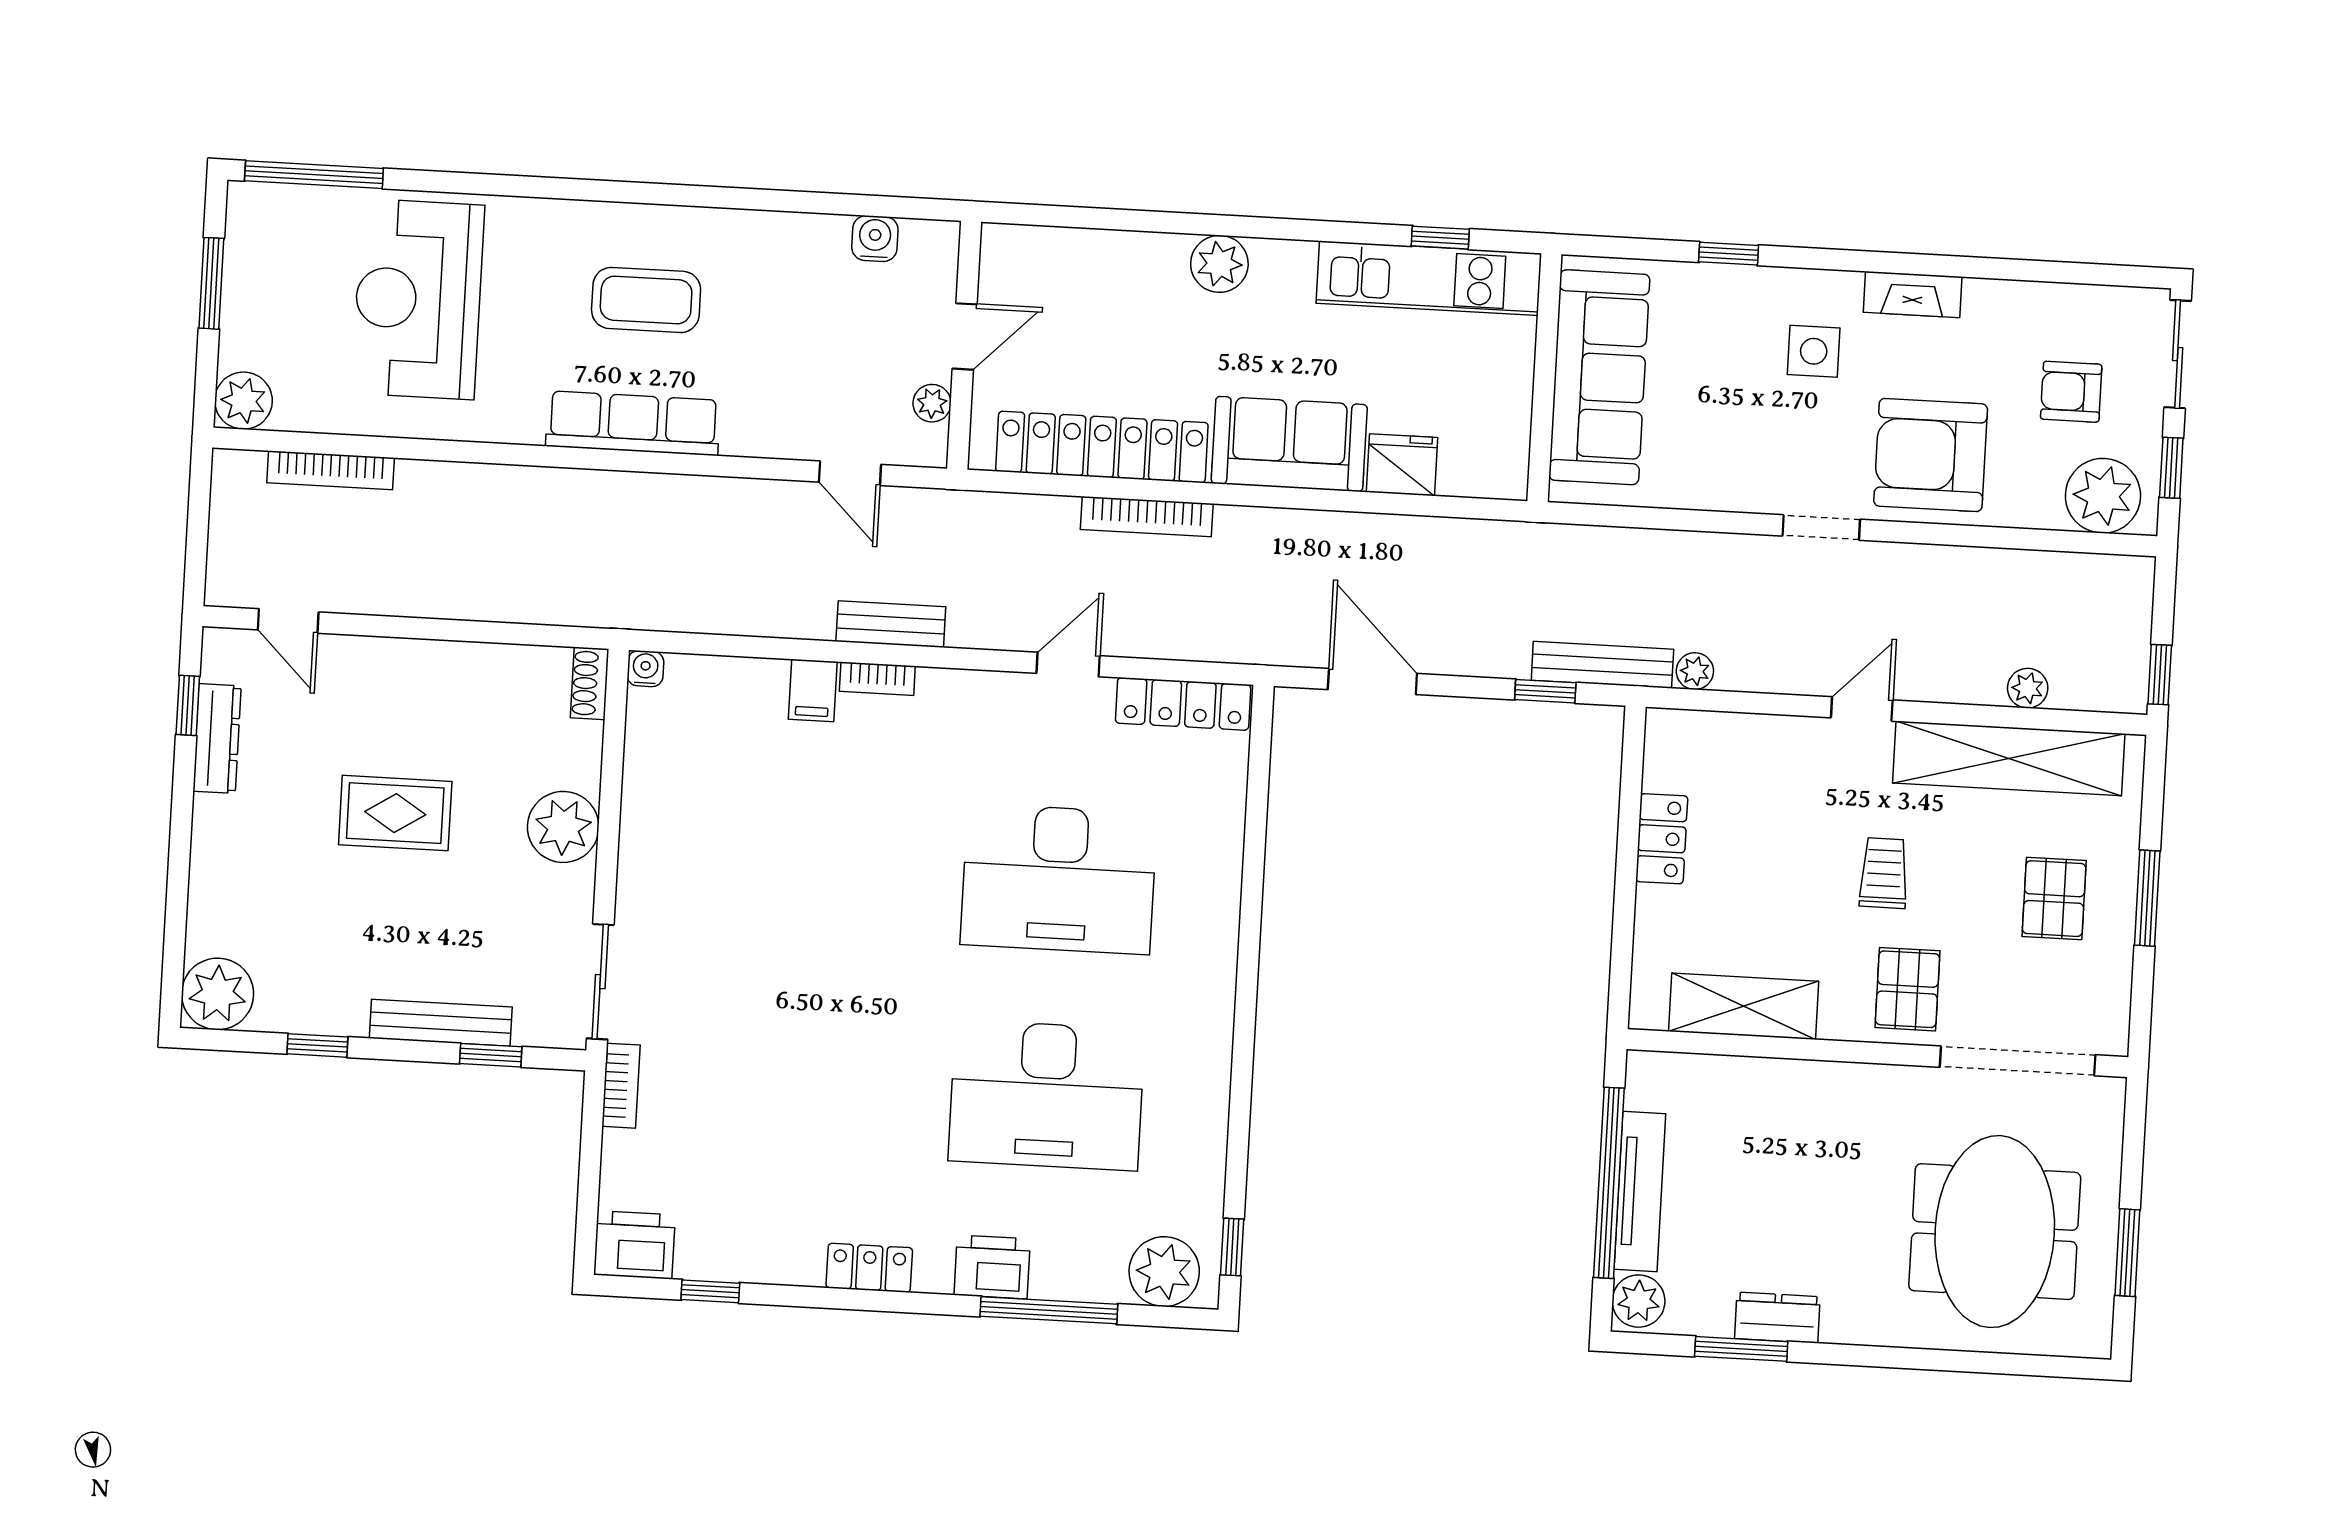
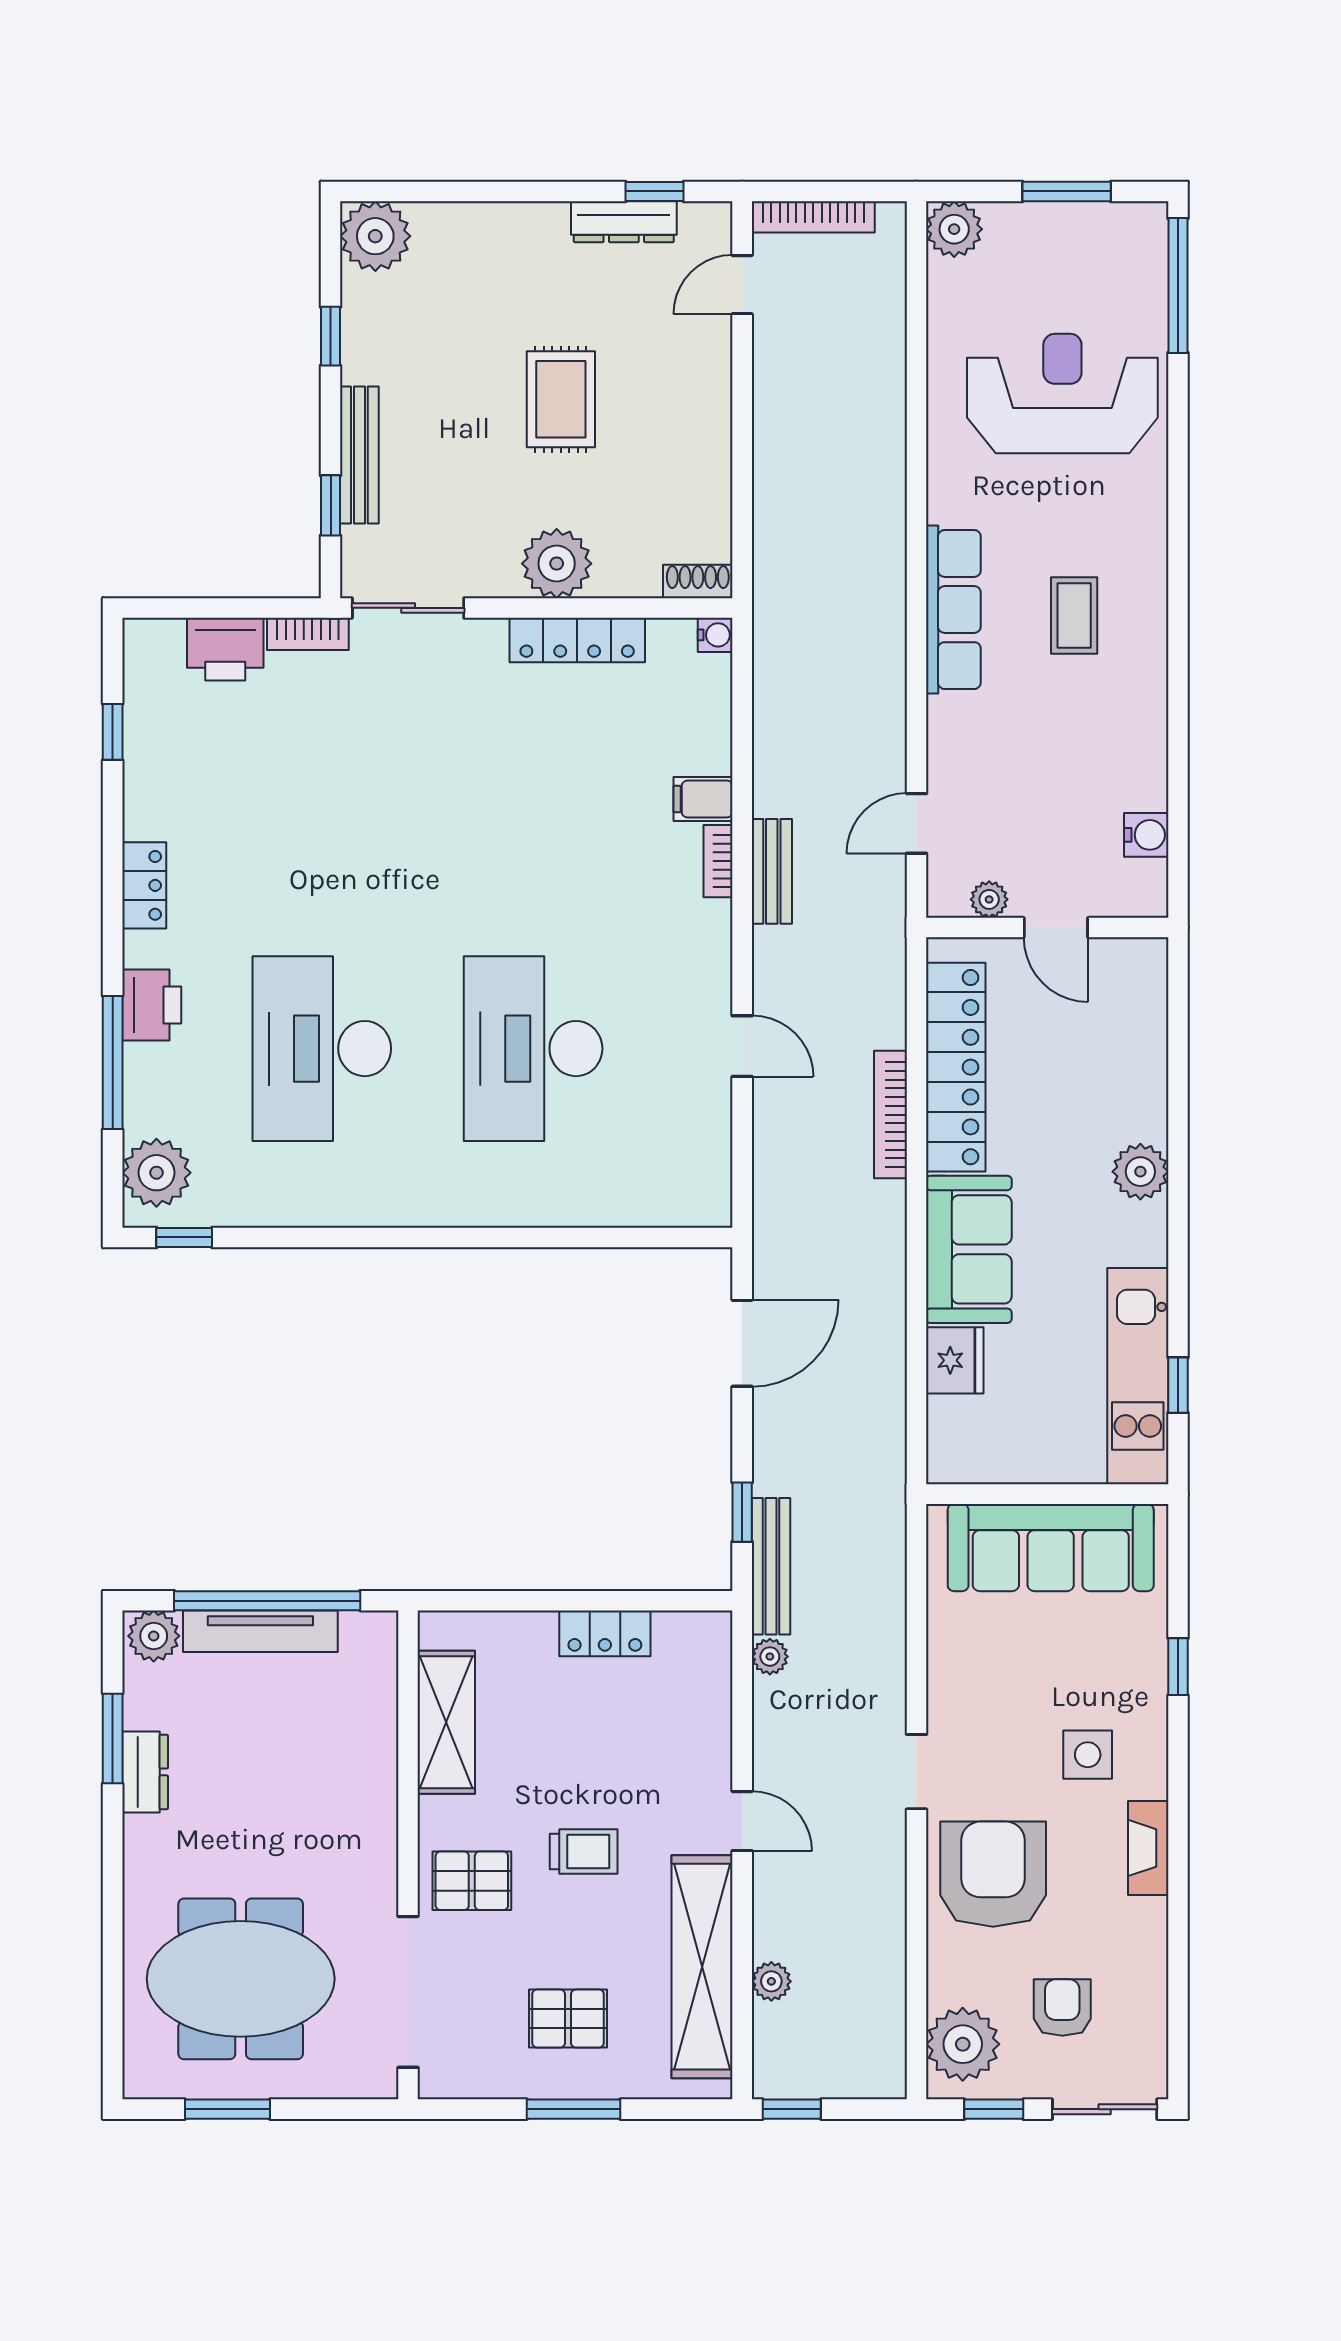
coffee table: (646, 300) -> (1074, 616), width x0.73, depth x0.77
bookcase: (331, 470) -> (813, 217), moved, turned -90
locker: (1183, 704) -> (577, 640), moved, turned -90
printer: (635, 1245) -> (225, 649), moved, turned 90

